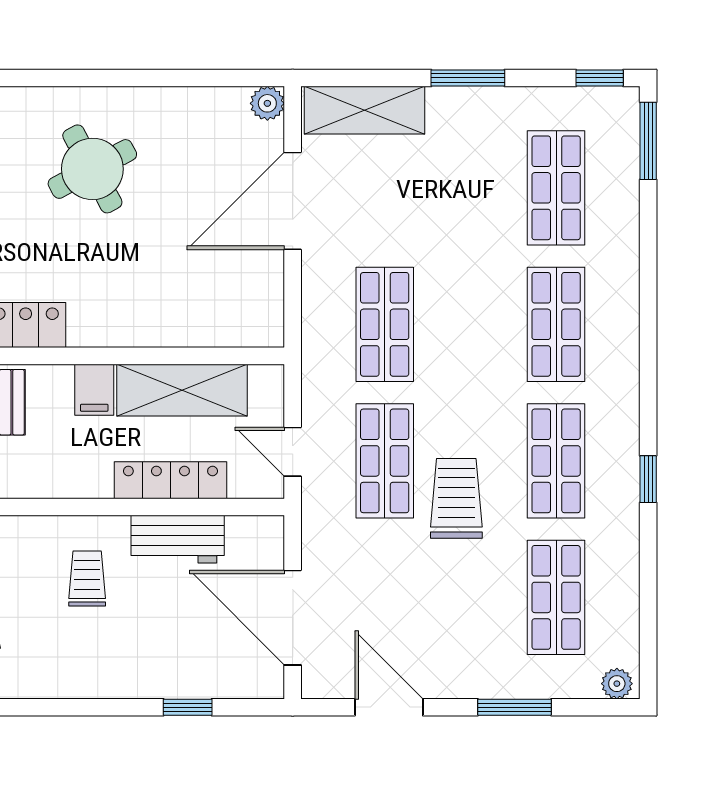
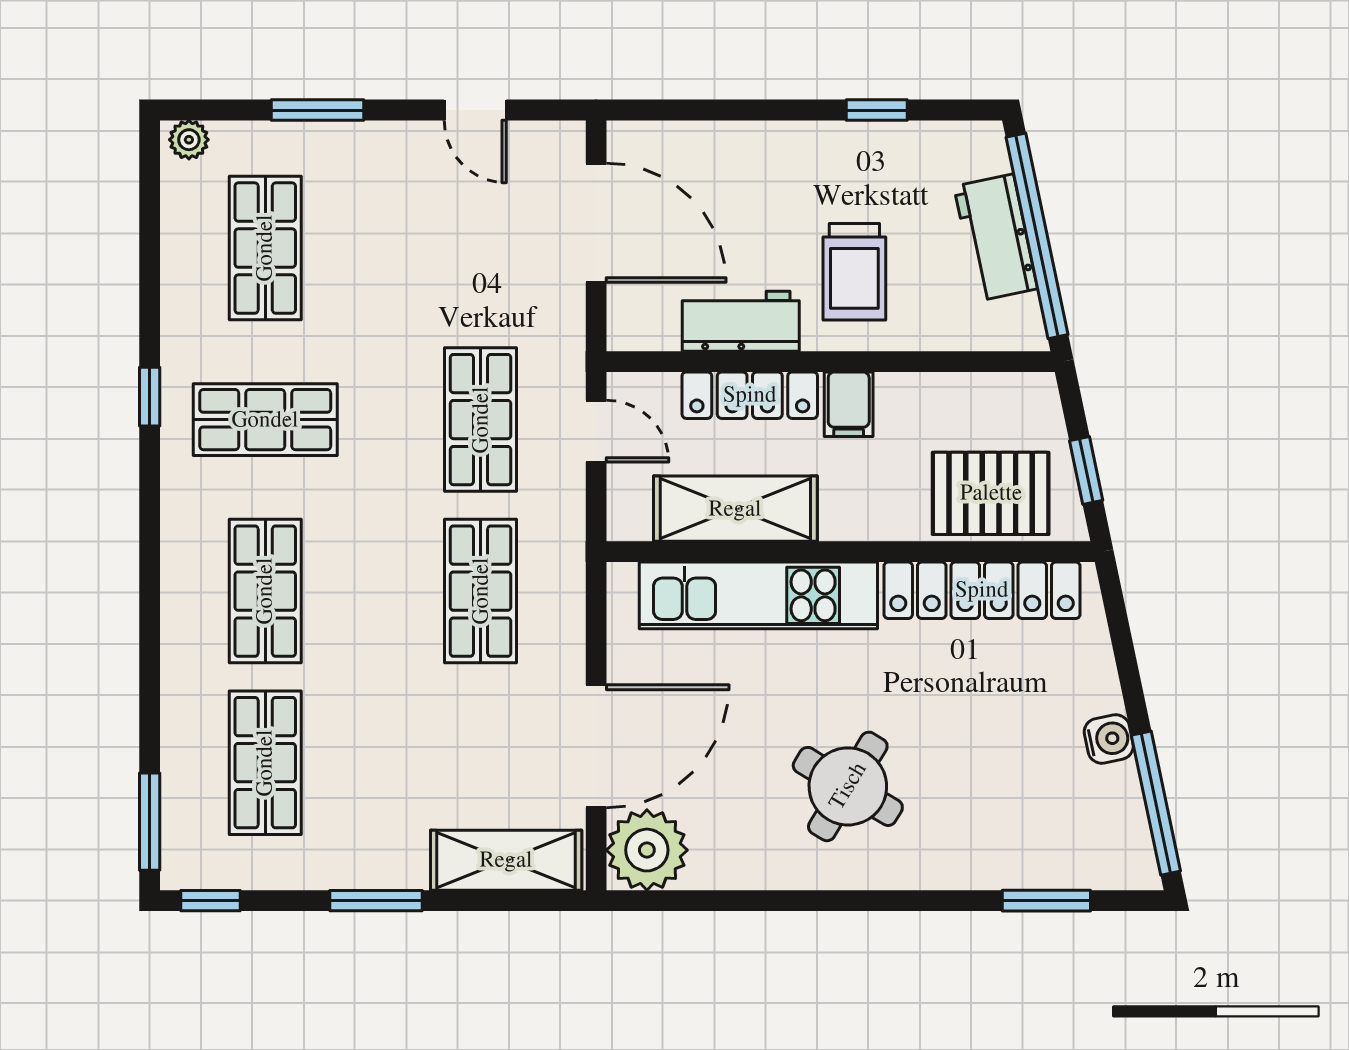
plant: (267, 103) -> (647, 850), width x1.88, depth x1.88
round table: (92, 169) -> (848, 786), turned -31
kitchen unit: (164, 321) -> (758, 595), added
filing cabinet: (94, 390) -> (849, 404), moved, turned 180
shop shelf: (556, 461) -> (265, 420), turned 90
trolley: (456, 498) -> (391, 373), removed
trolley: (87, 579) -> (854, 272), width x1.36, depth x1.39
window: (188, 707) -> (877, 110), moved
door: (389, 707) -> (475, 110), width x0.73

